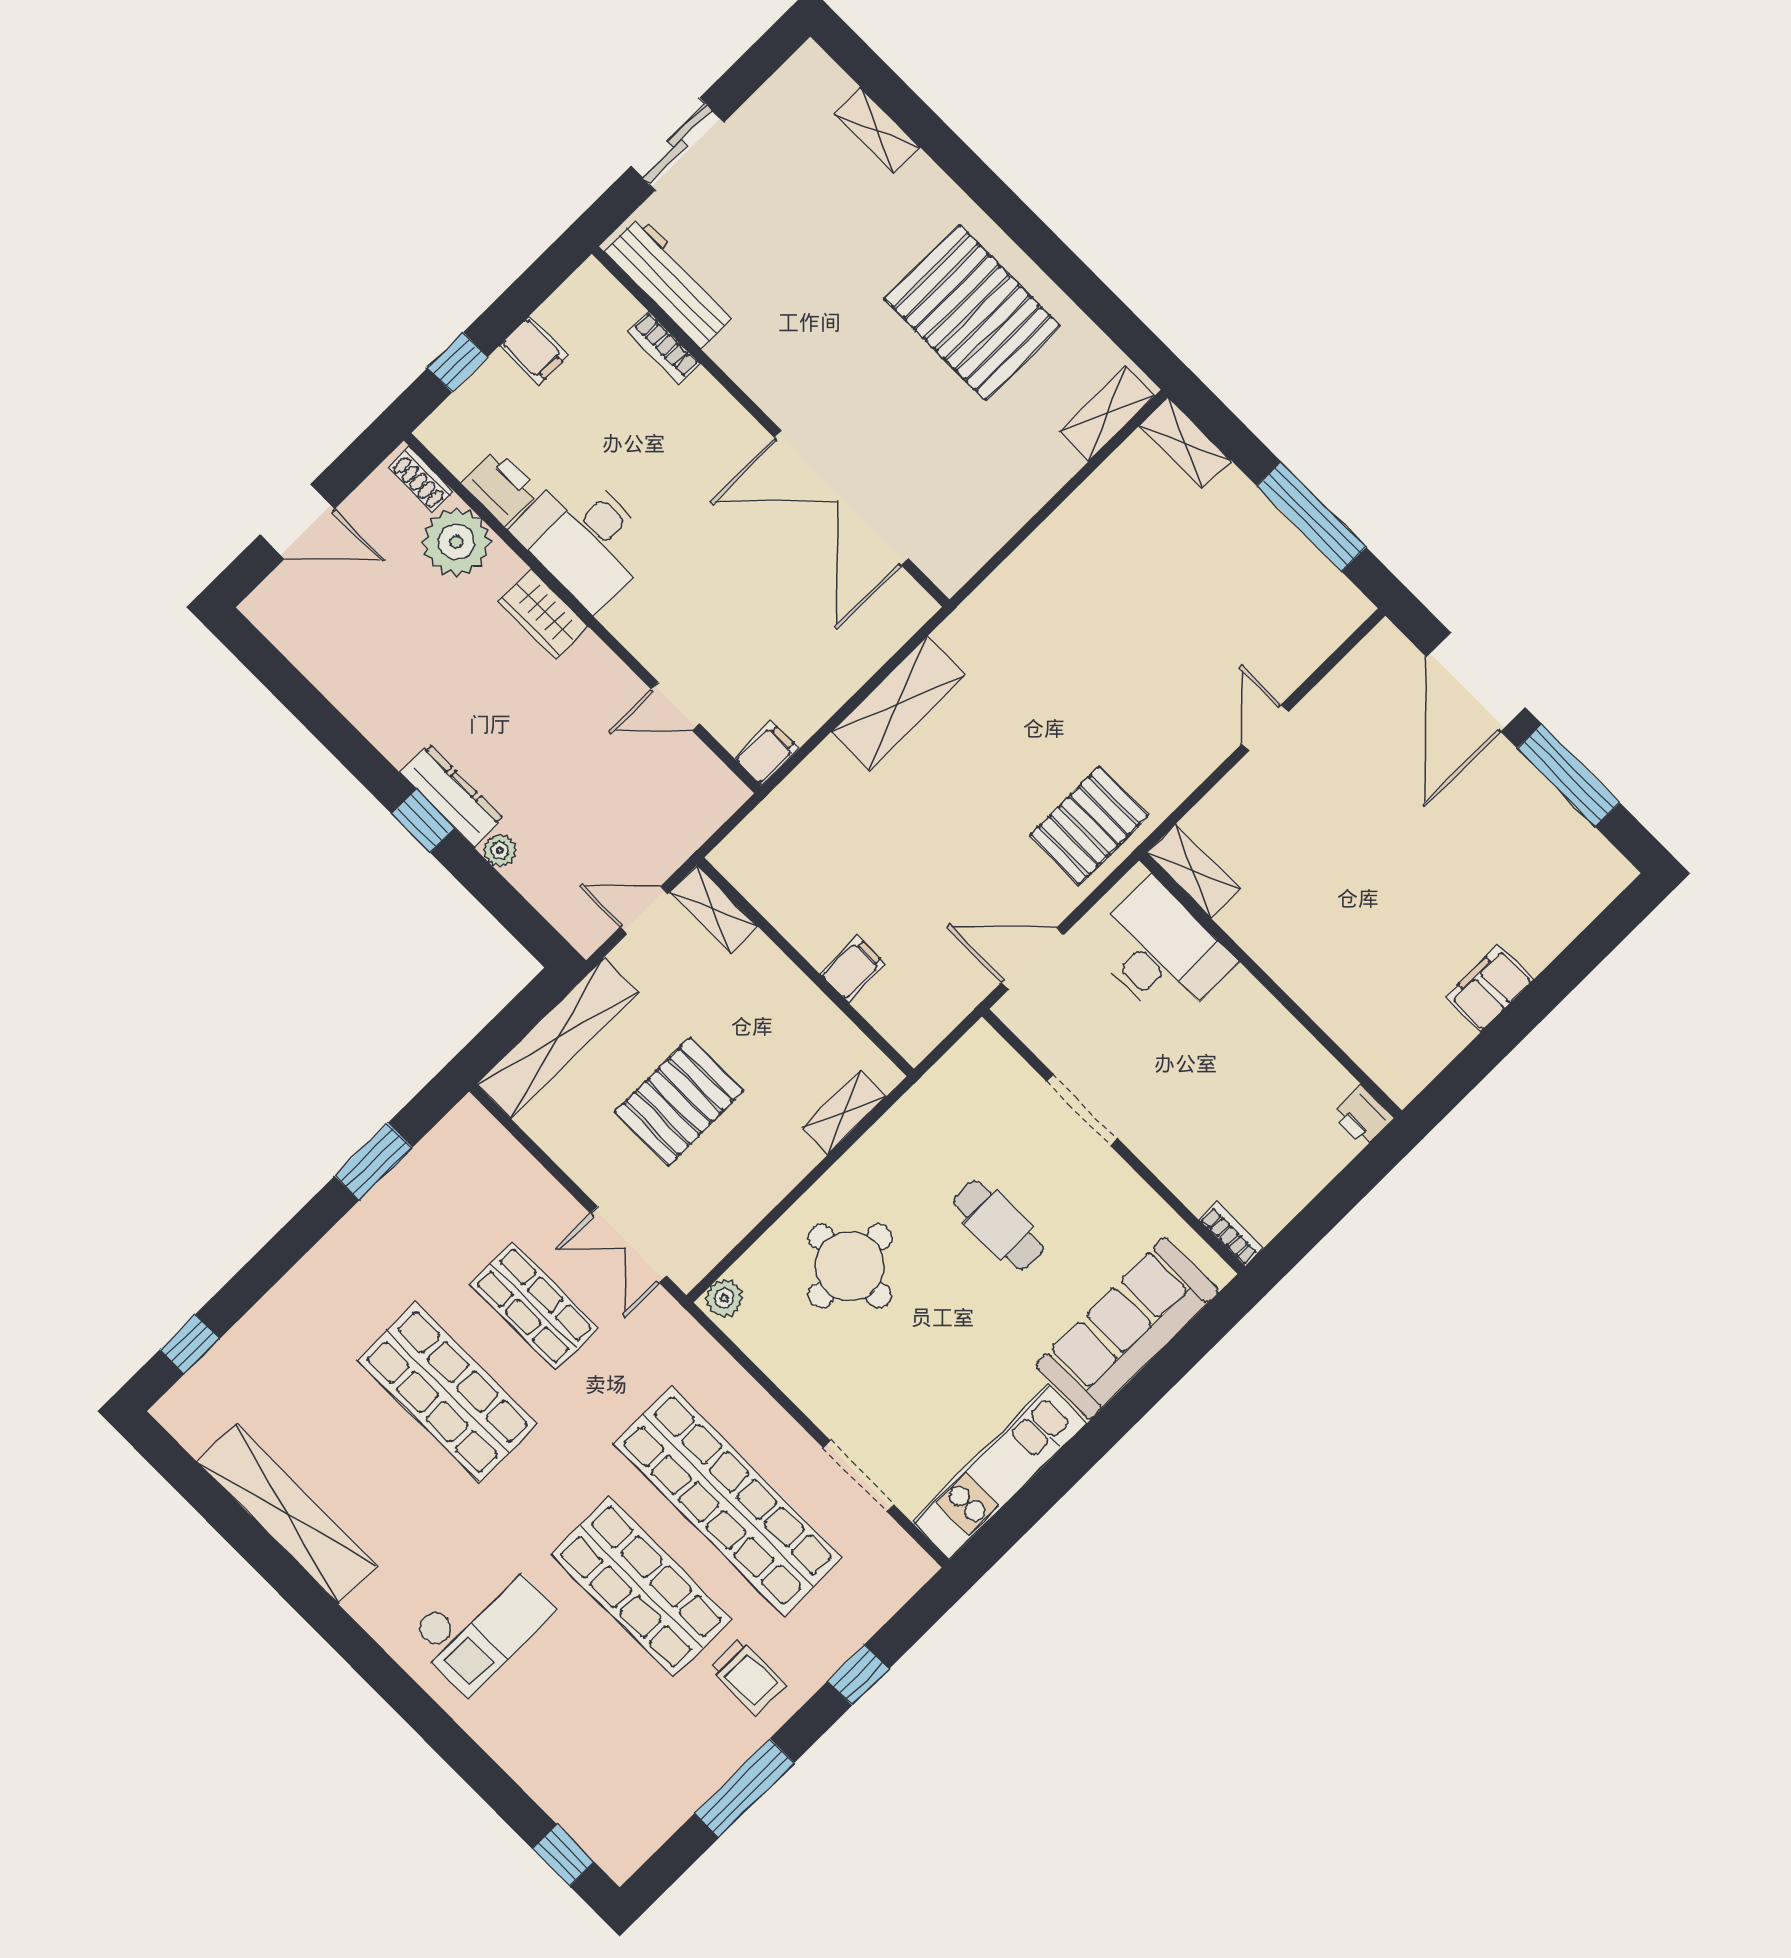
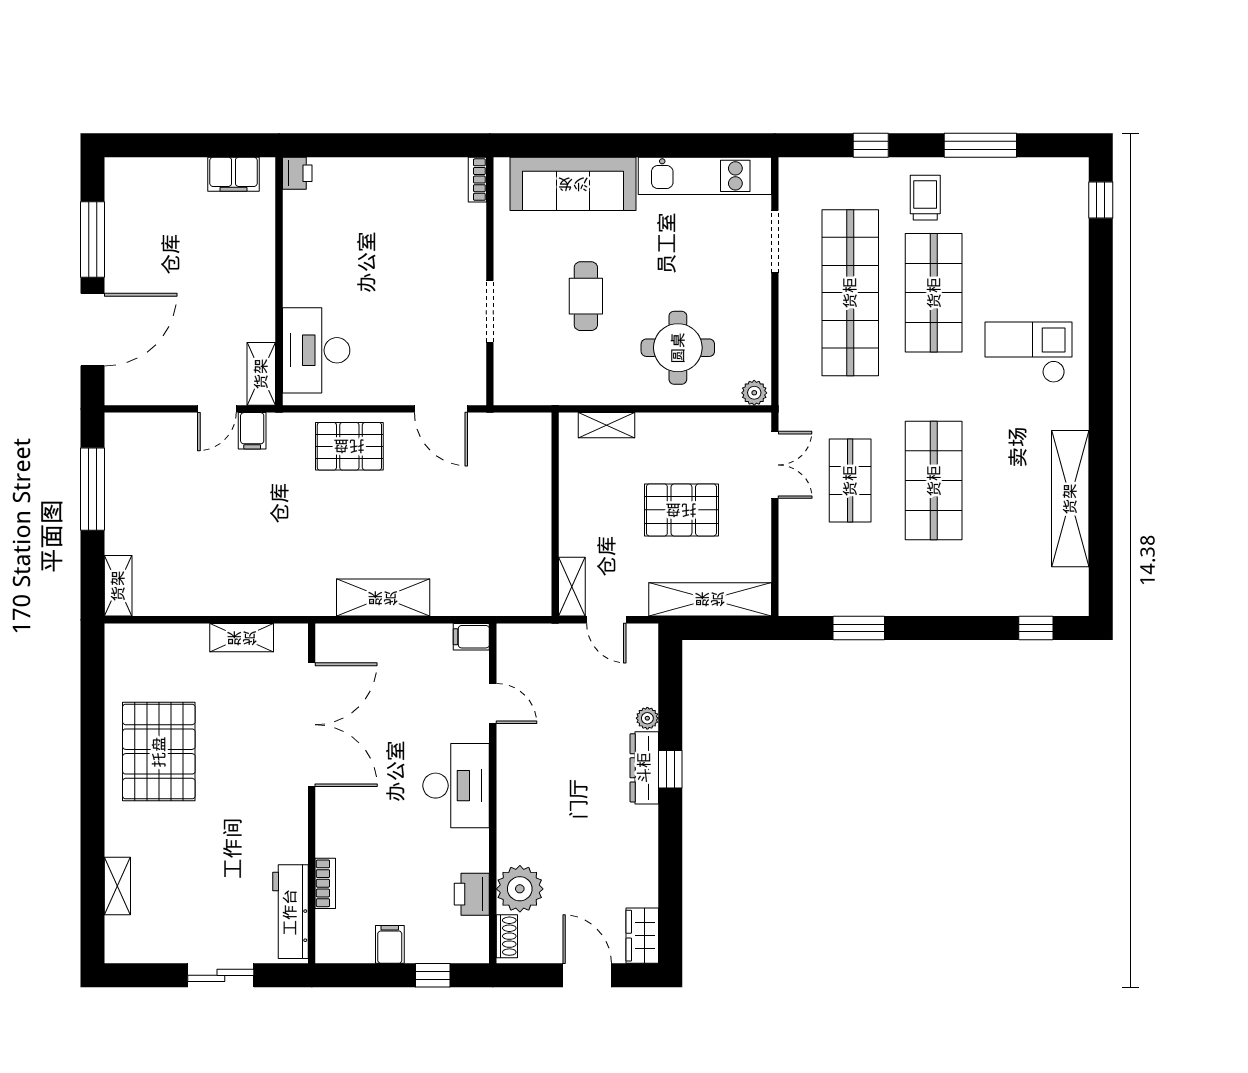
shelving: (1107, 413) -> (242, 638), moved
desk: (585, 539) -> (456, 786), moved
wardrobe: (543, 614) -> (642, 936), moved, turned 180
shelving: (1193, 871) -> (261, 374), moved
desk: (1161, 952) -> (316, 350), moved
filing cabinet: (853, 969) -> (252, 431), moved, turned -90
wall: (1270, 985) -> (279, 281), moved
printer: (1363, 1116) -> (297, 173), moved

